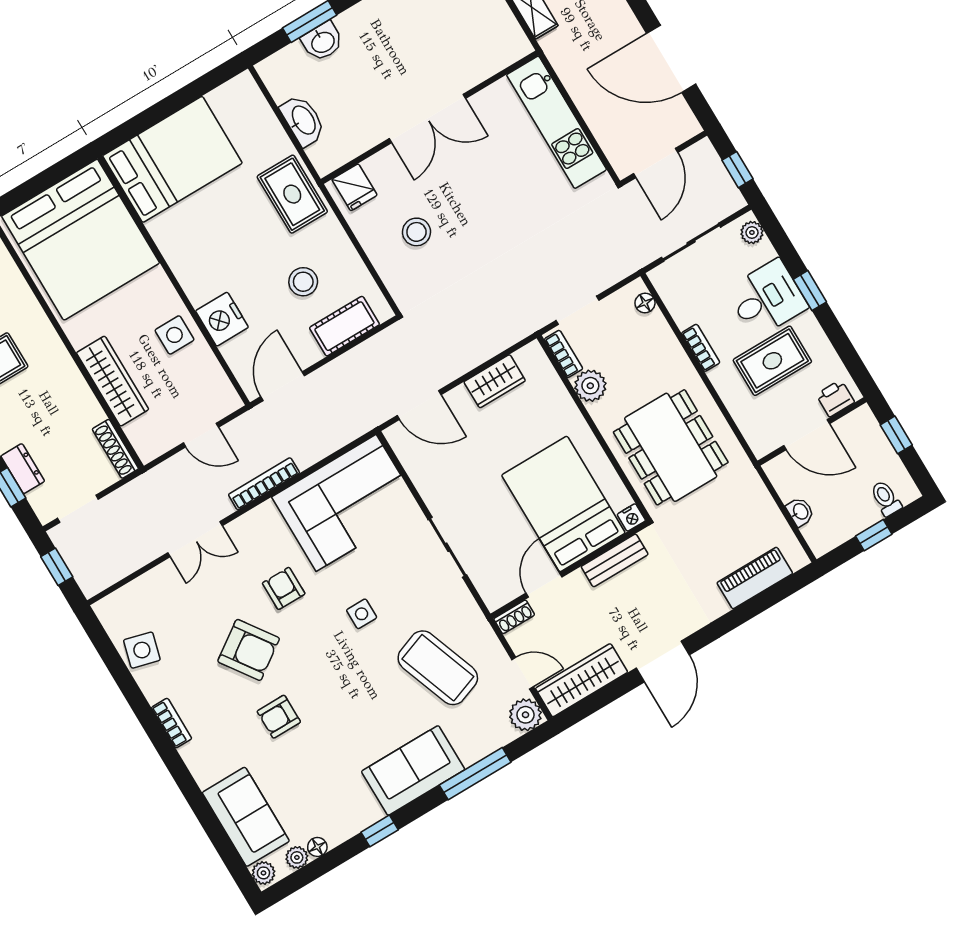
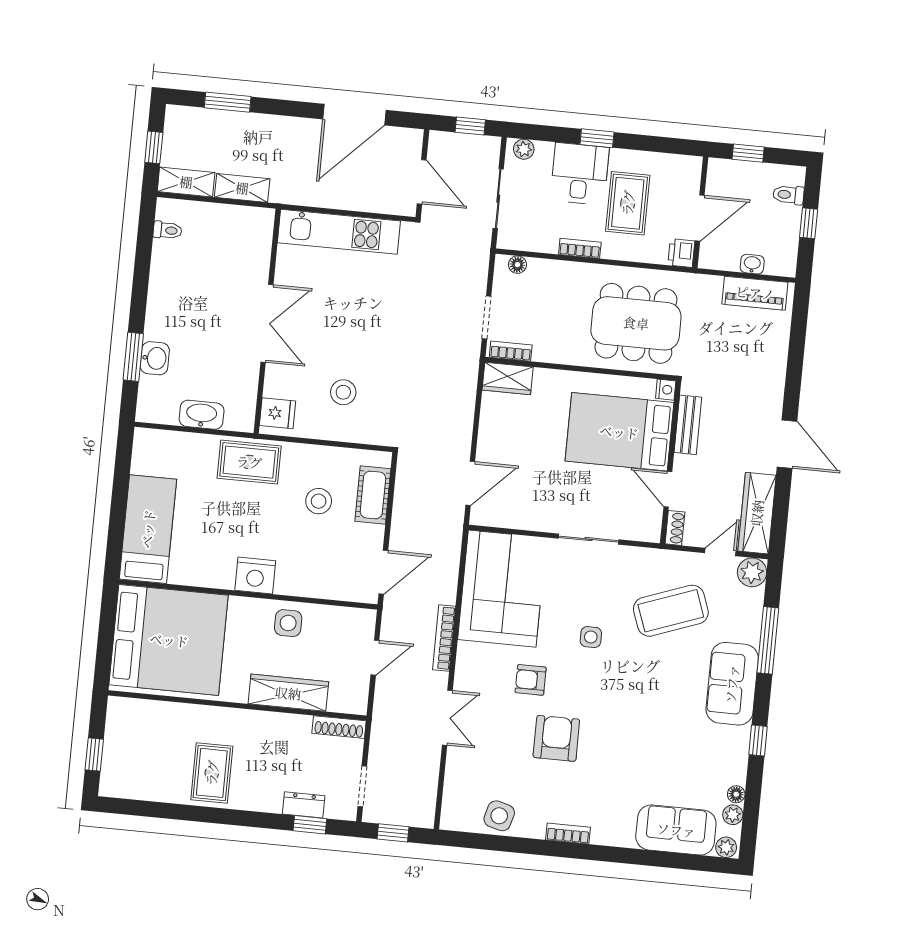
bed: (172, 159) -> (148, 529), width x0.67
nightstand: (222, 319) -> (255, 575), moved
wardrobe: (495, 381) -> (508, 378), moved, turned 90
door: (283, 386) -> (383, 572), swing flipped
plant: (590, 386) -> (548, 349), removed
printer: (835, 398) -> (681, 253), moved
piano: (755, 578) -> (755, 293), moved, turned -90
armchair: (249, 650) -> (556, 738), turned -55
armchair: (279, 717) -> (621, 752), removed

